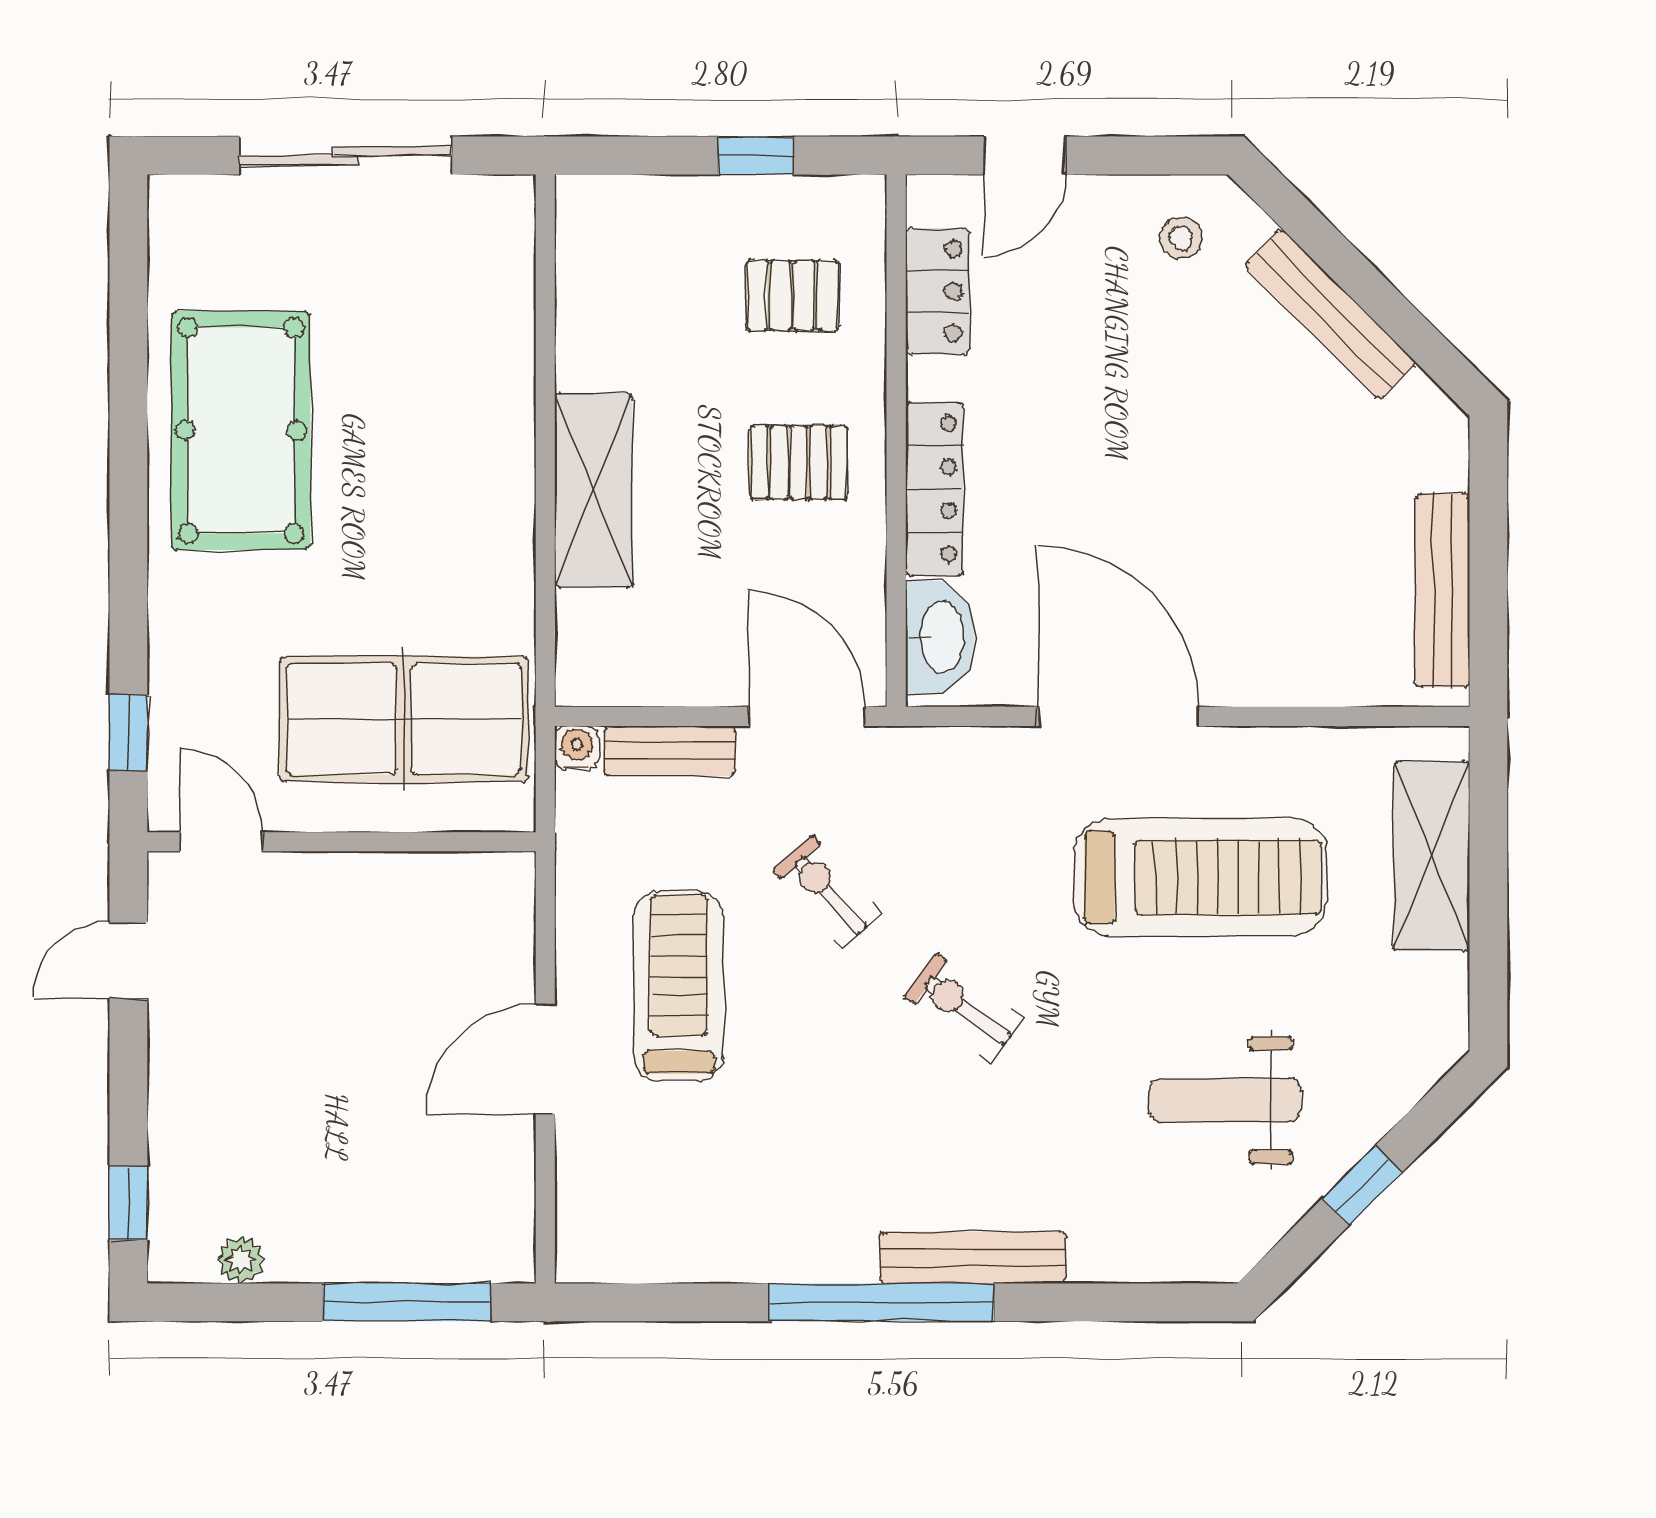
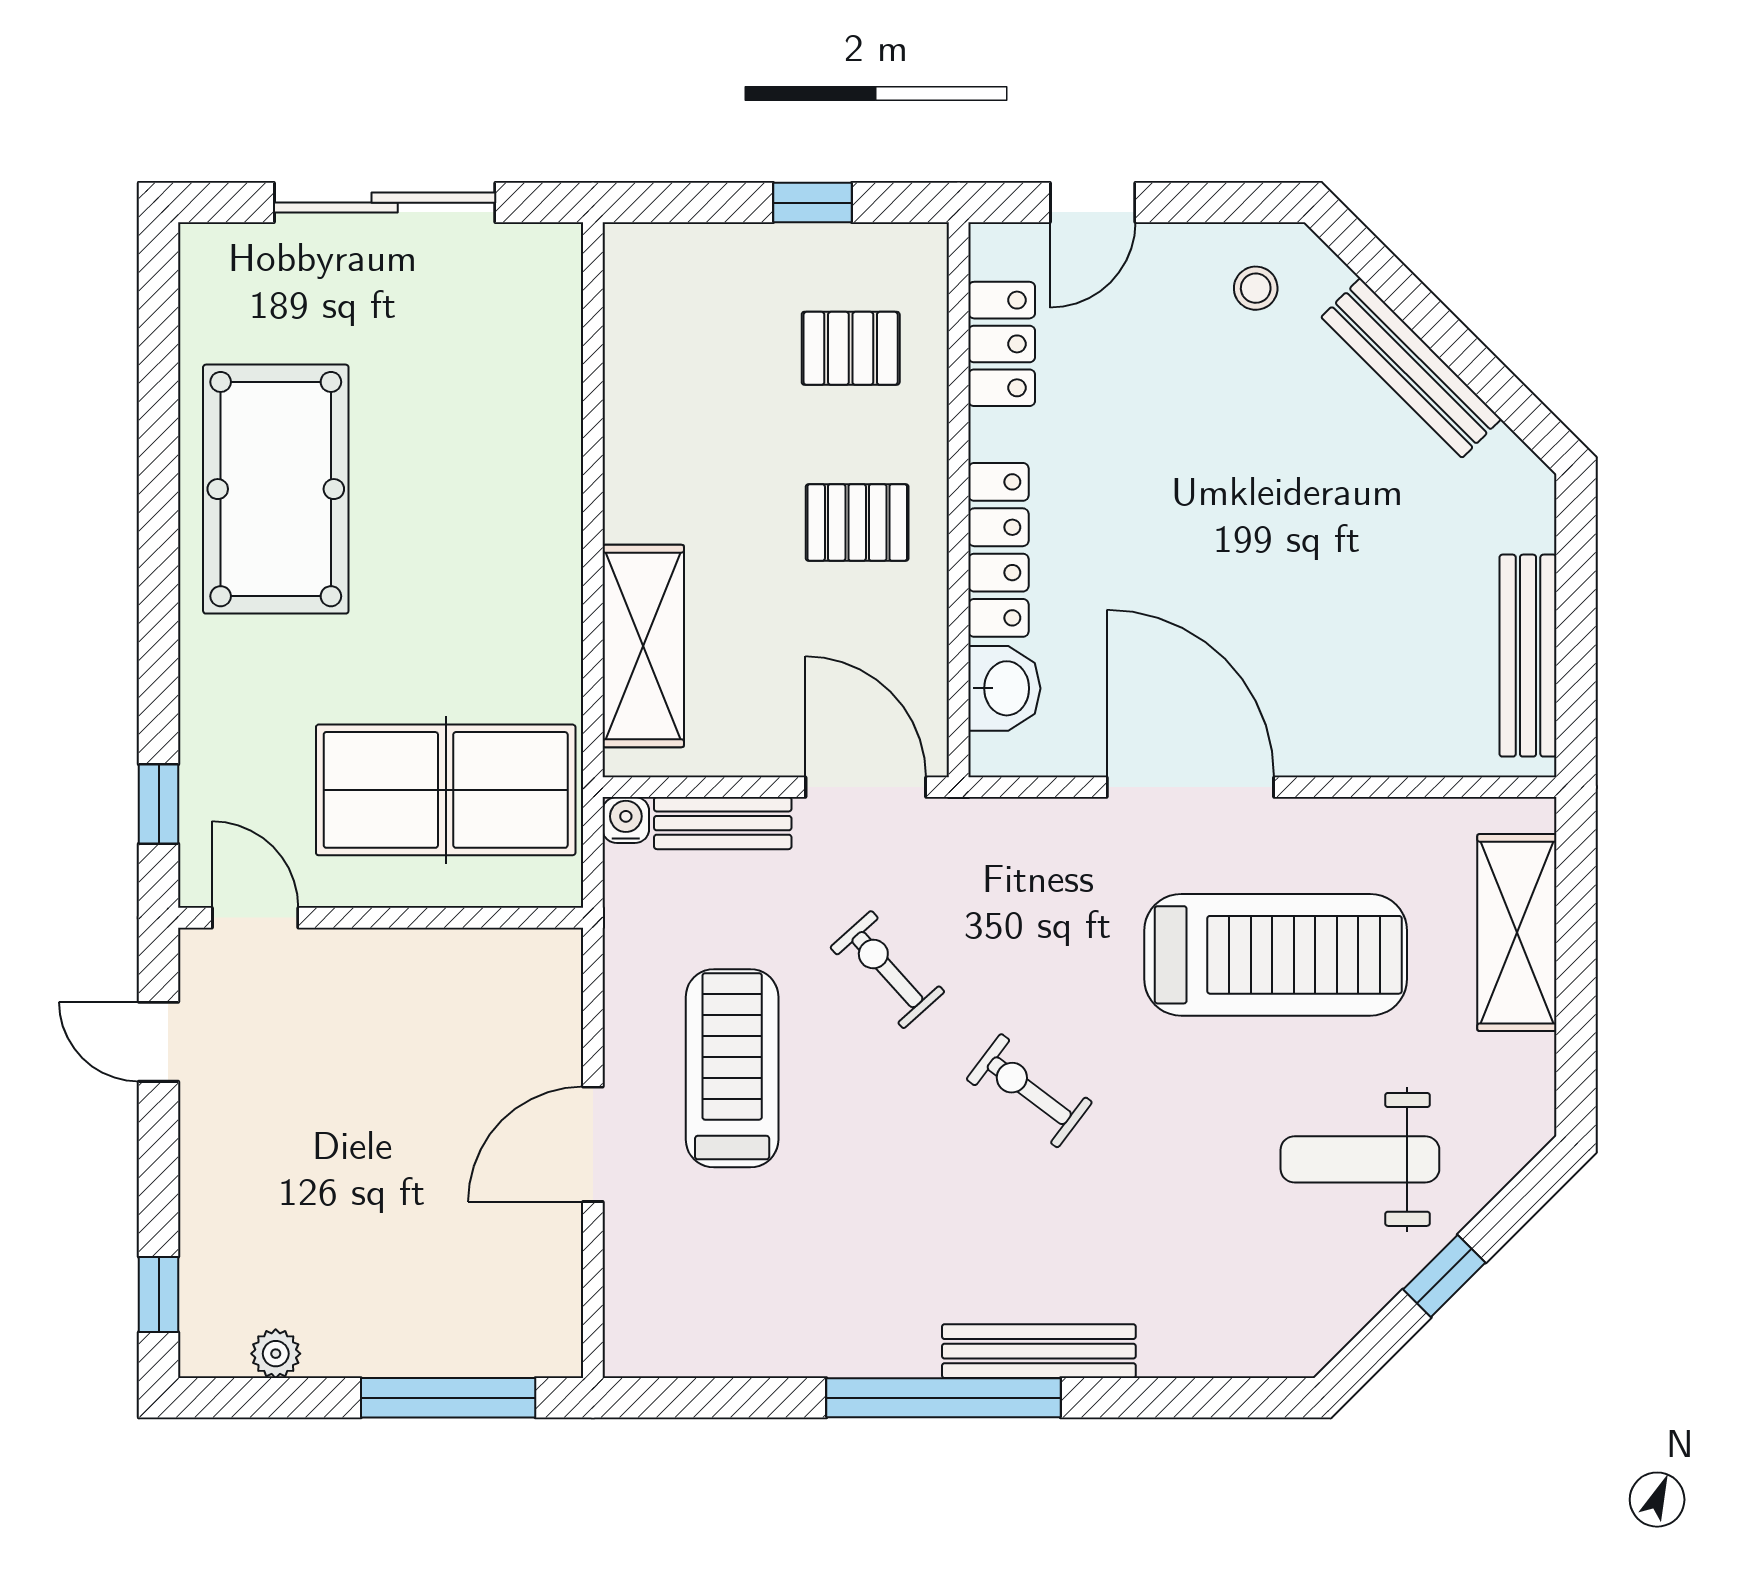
shelving: (593, 490) -> (643, 646), moved
washbasin: (940, 637) -> (1004, 688), width x0.72
door: (128, 961) -> (159, 1042), hinge flipped
weight bench: (1225, 1100) -> (1360, 1159), moved

